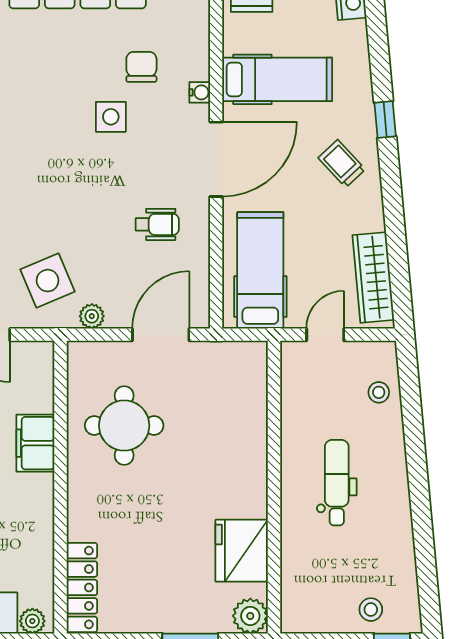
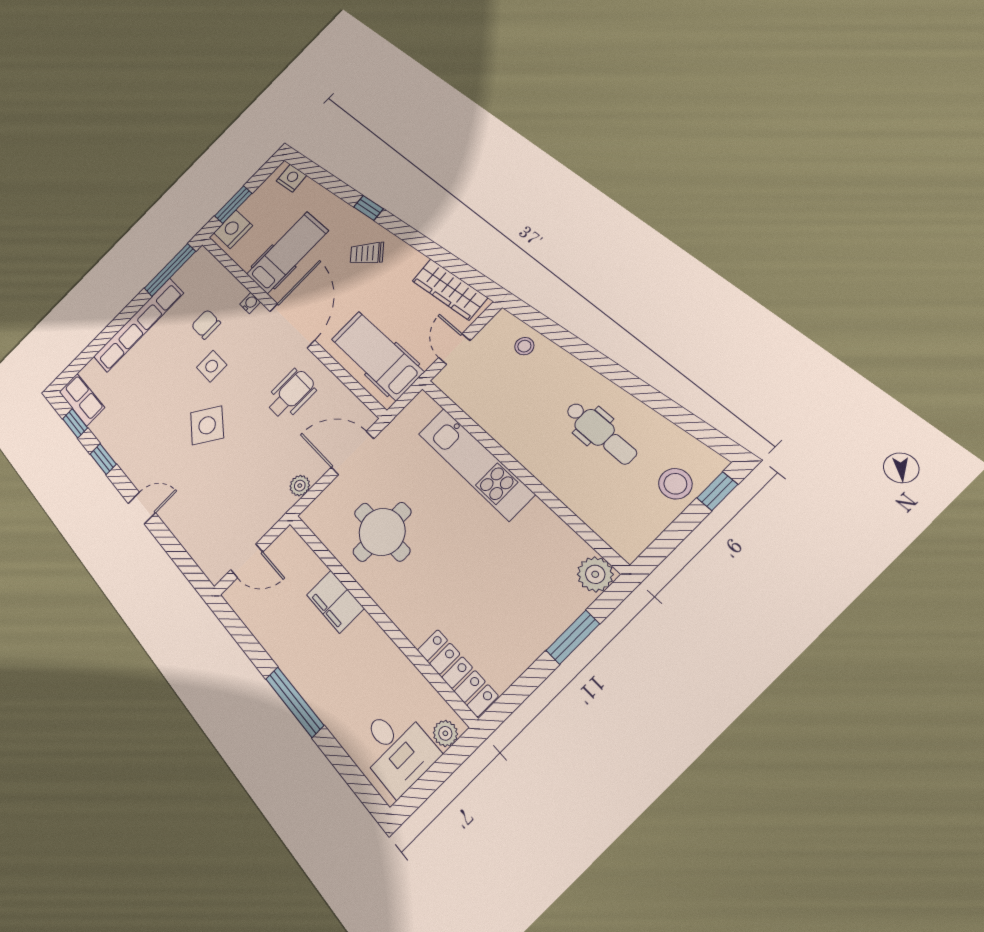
wheelchair: (157, 224) -> (291, 394), width x1.36, depth x1.37
side table: (48, 281) -> (207, 425), moved, turned -31
door: (161, 335) -> (352, 453), hinge flipped
kitchen unit: (248, 447) -> (475, 463), added
dental chair: (337, 483) -> (601, 433), moved, turned 180
fridge: (242, 551) -> (542, 535), removed
stool: (371, 610) -> (675, 484), width x1.37, depth x1.37

